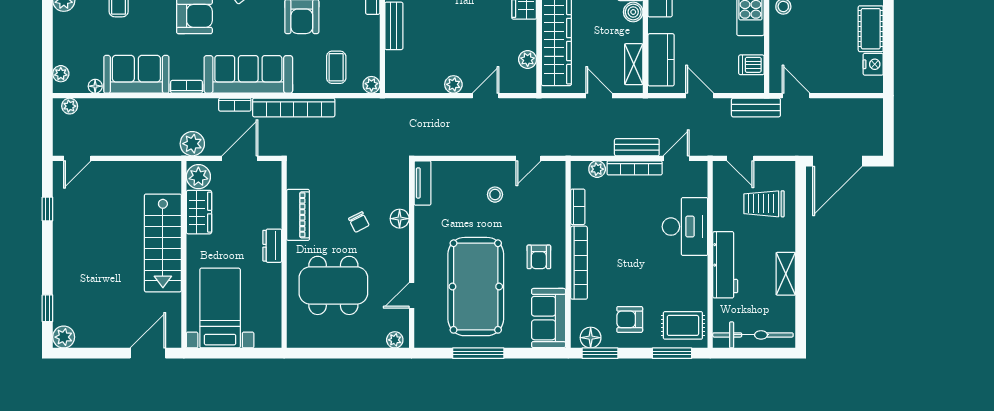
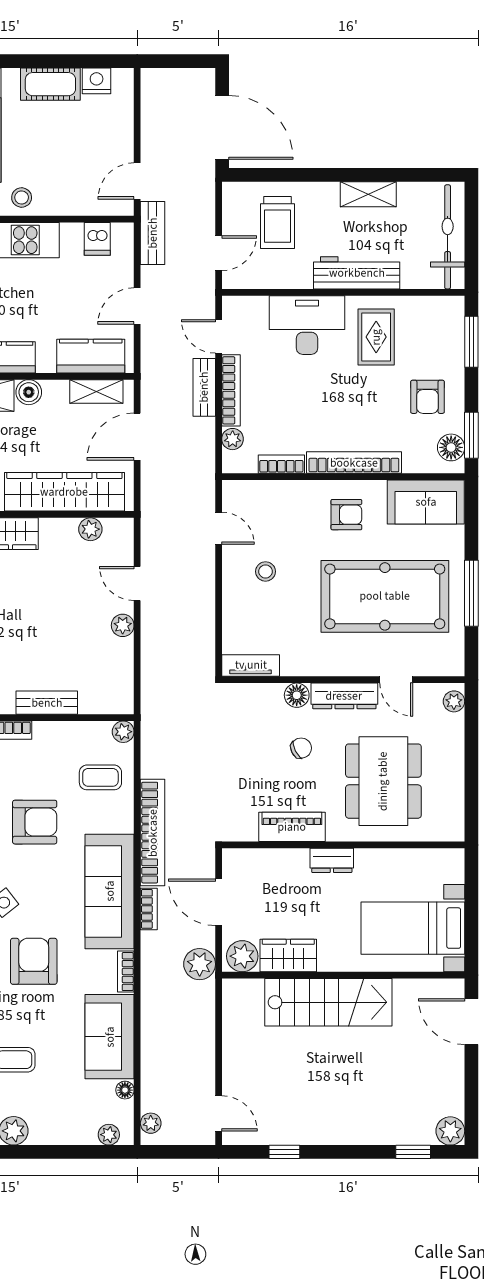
door: (599, 96) -> (137, 437), width x1.38
dresser: (399, 255) -> (344, 696), added
rug: (683, 325) -> (376, 337), moved

